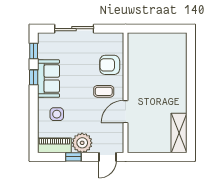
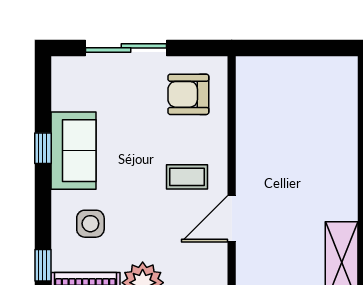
window: (34, 51) -> (43, 265), moved
armchair: (110, 65) -> (188, 94), moved

